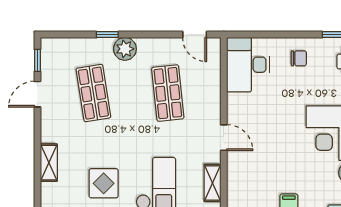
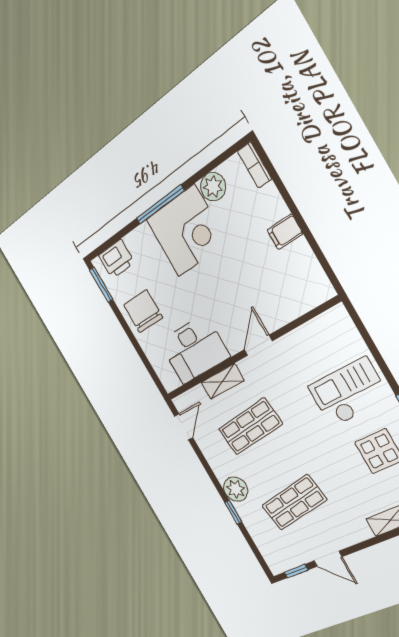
chair: (299, 58) -> (143, 311), width x1.87, depth x1.87
desk: (248, 65) -> (194, 349), moved
shelving: (212, 183) -> (222, 381), moved

